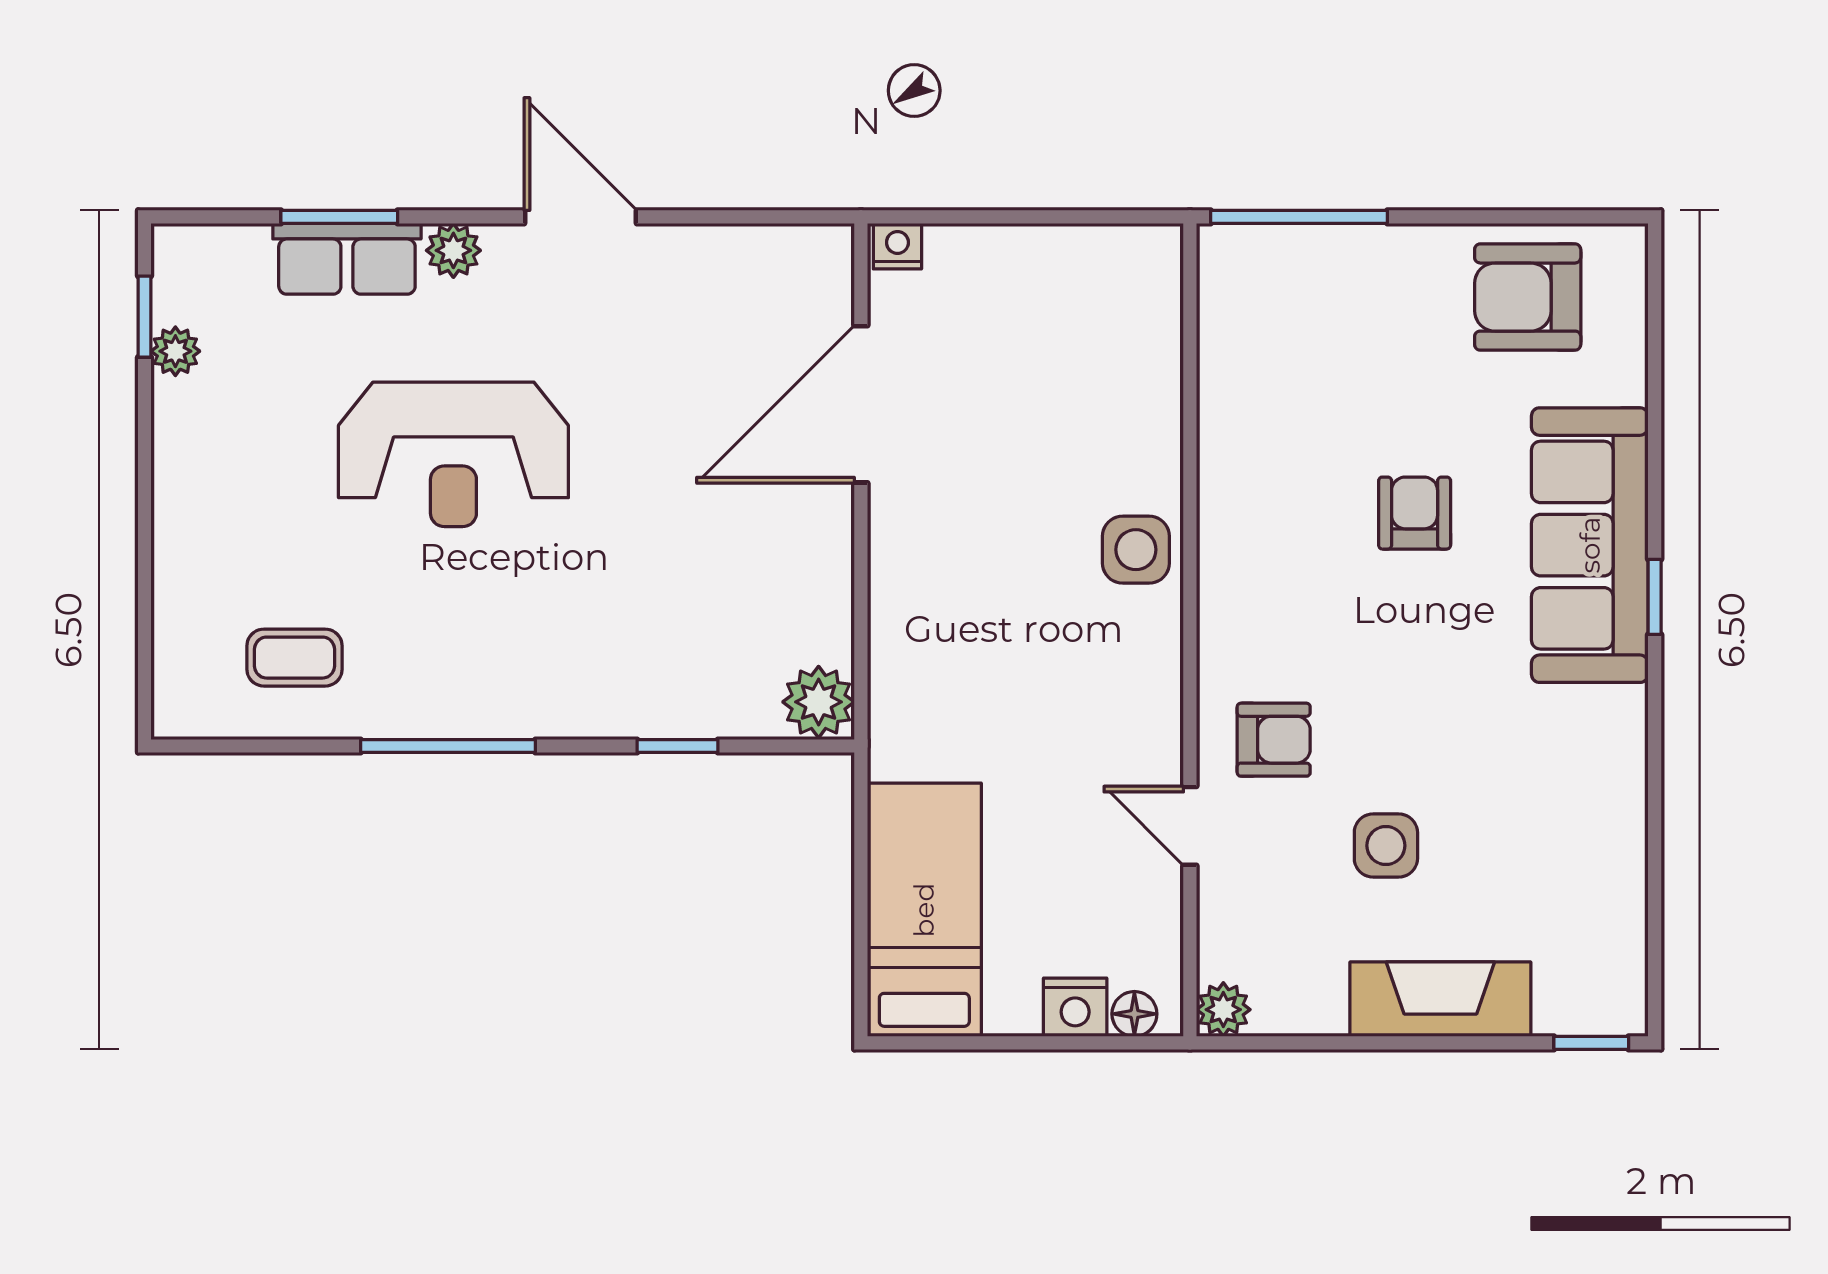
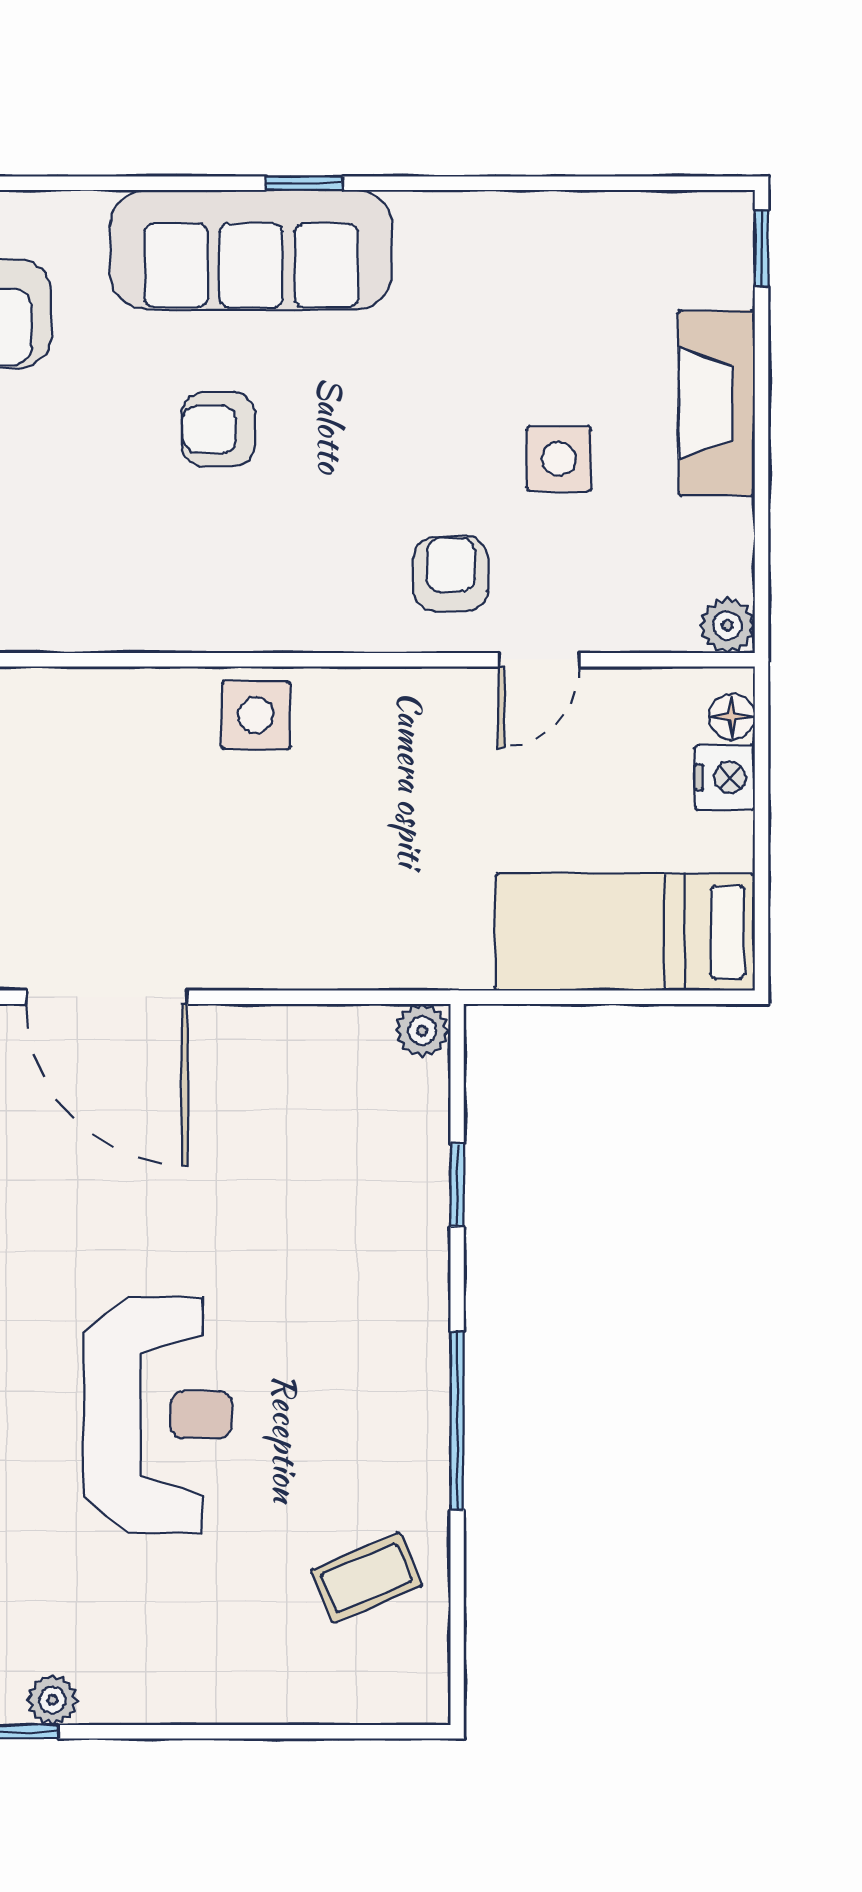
coffee table: (295, 658) -> (366, 1578), turned 67
plant: (819, 702) -> (422, 1031), width x0.73, depth x0.73

